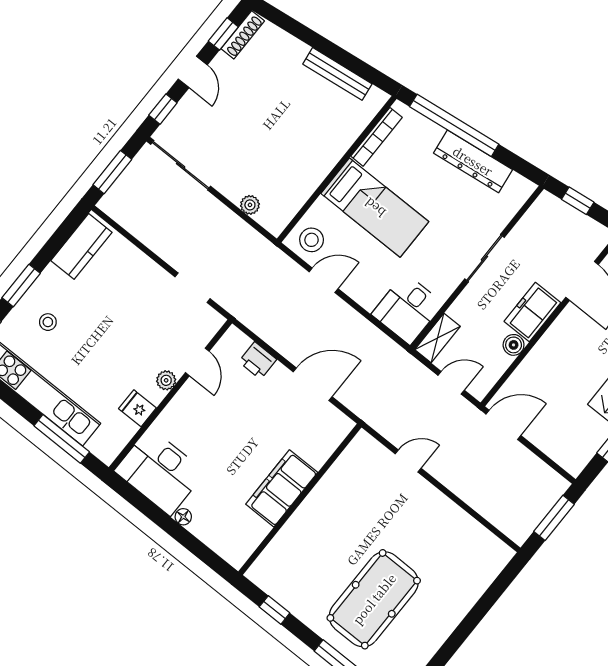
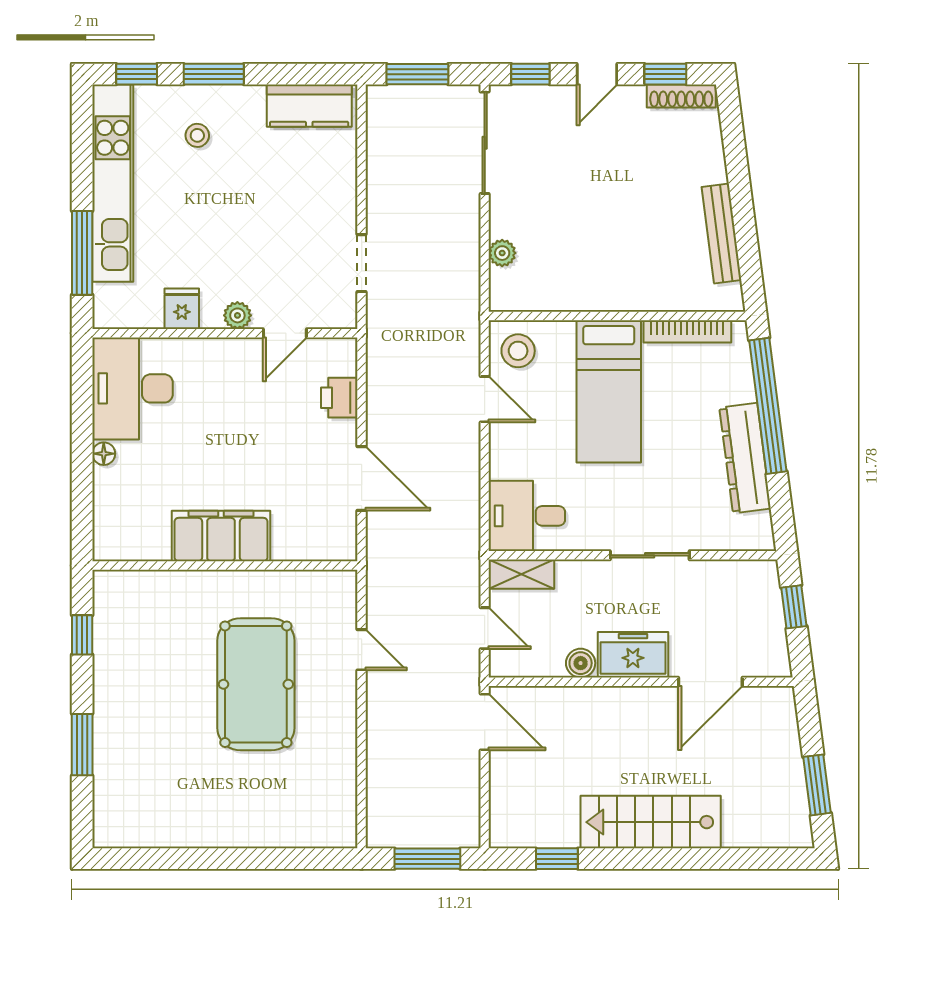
pool table: (374, 599) -> (256, 684), moved, turned 90

